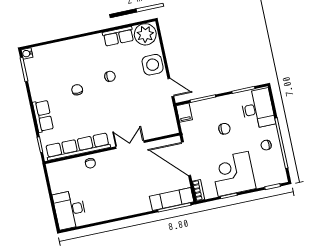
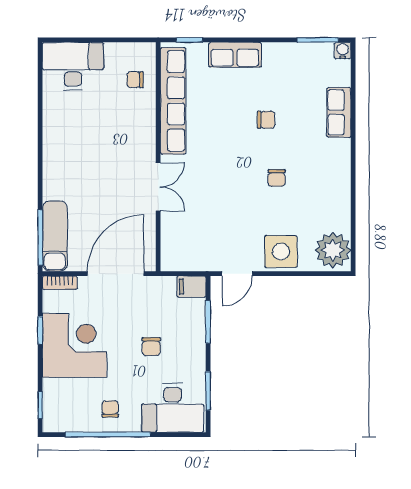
row of seats: (118, 36) -> (339, 112), moved
chair: (90, 163) -> (135, 80), moved

